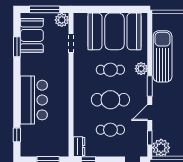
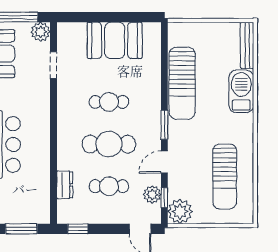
booth: (114, 31) -> (115, 40), width x0.73, depth x0.70
sun lounger: (163, 56) -> (182, 83), turned 180
plant: (141, 69) -> (152, 194), moved
dresser: (79, 147) -> (65, 185), moved

